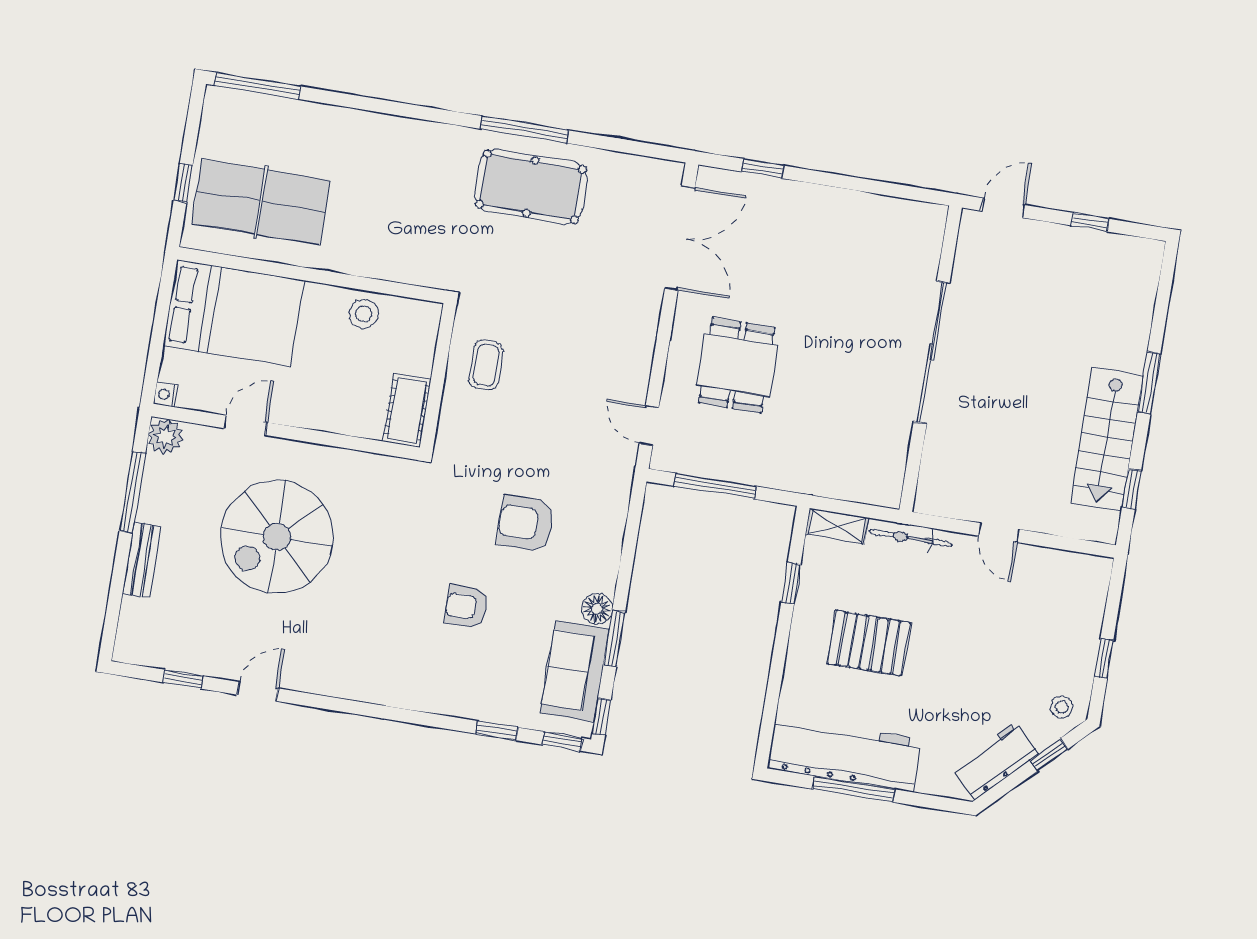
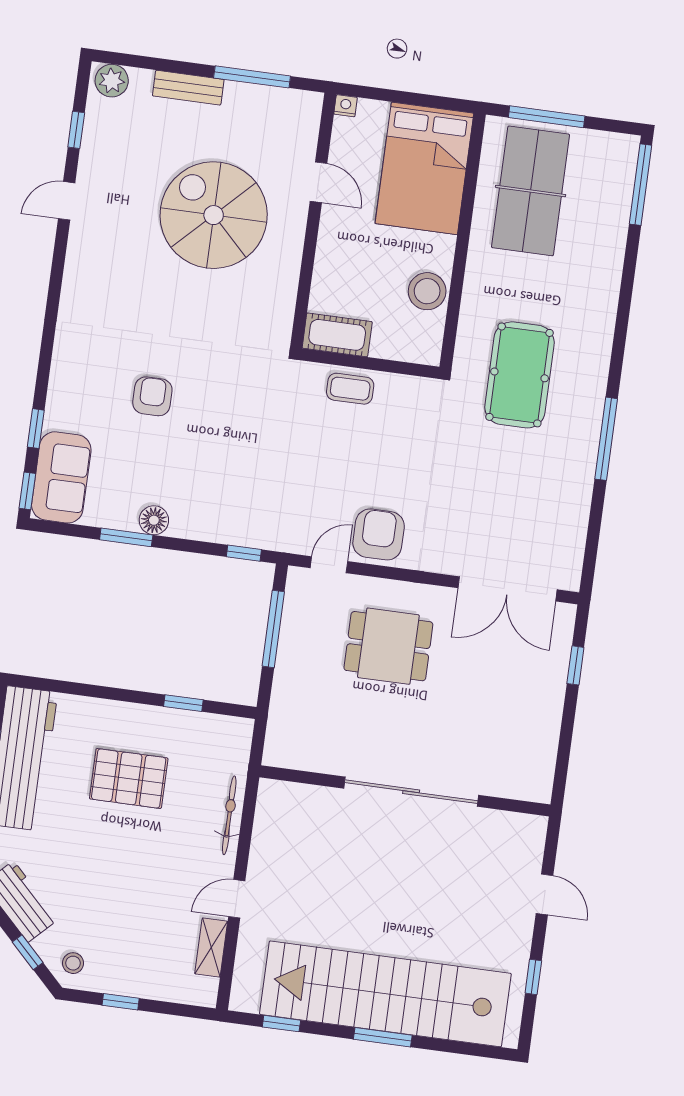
window: (183, 183) -> (547, 117), width x2.17
pool table: (531, 187) -> (519, 375), moved
stool: (364, 314) -> (427, 291), width x1.38, depth x1.38
sliding door: (932, 352) -> (411, 792), moved
wall: (931, 359) -> (405, 791), moved
coffee table: (486, 365) -> (350, 389), moved
plant: (166, 436) -> (112, 81), moved
stairs: (1107, 439) -> (385, 994), width x1.86, depth x1.51
armchair: (526, 523) -> (379, 534), moved
shelving: (837, 526) -> (211, 948), moved
pallet: (869, 643) -> (129, 778), turned 90
sofa: (575, 671) -> (61, 477), moved, turned 90
door: (258, 691) -> (67, 201), swing flipped
window: (601, 717) -> (244, 553), moved

